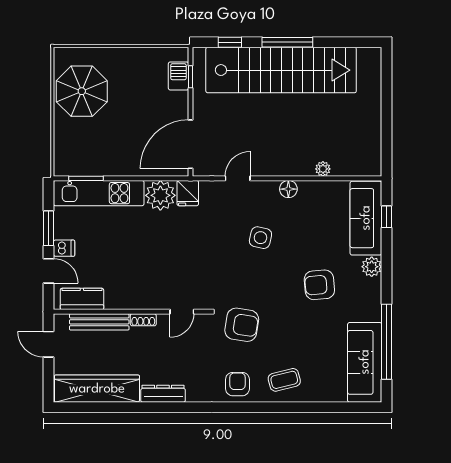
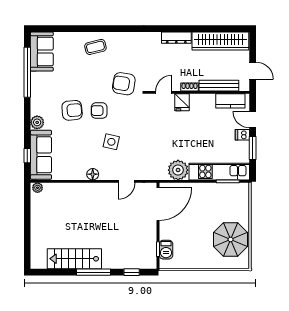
stairs: (281, 70) -> (74, 259), width x0.54, depth x0.66
plant: (323, 169) -> (37, 188), moved
fridge: (188, 193) -> (182, 102), moved, turned 180
sofa: (365, 362) -> (42, 52), width x0.73
armchair: (237, 384) -> (99, 111), moved, turned 90

